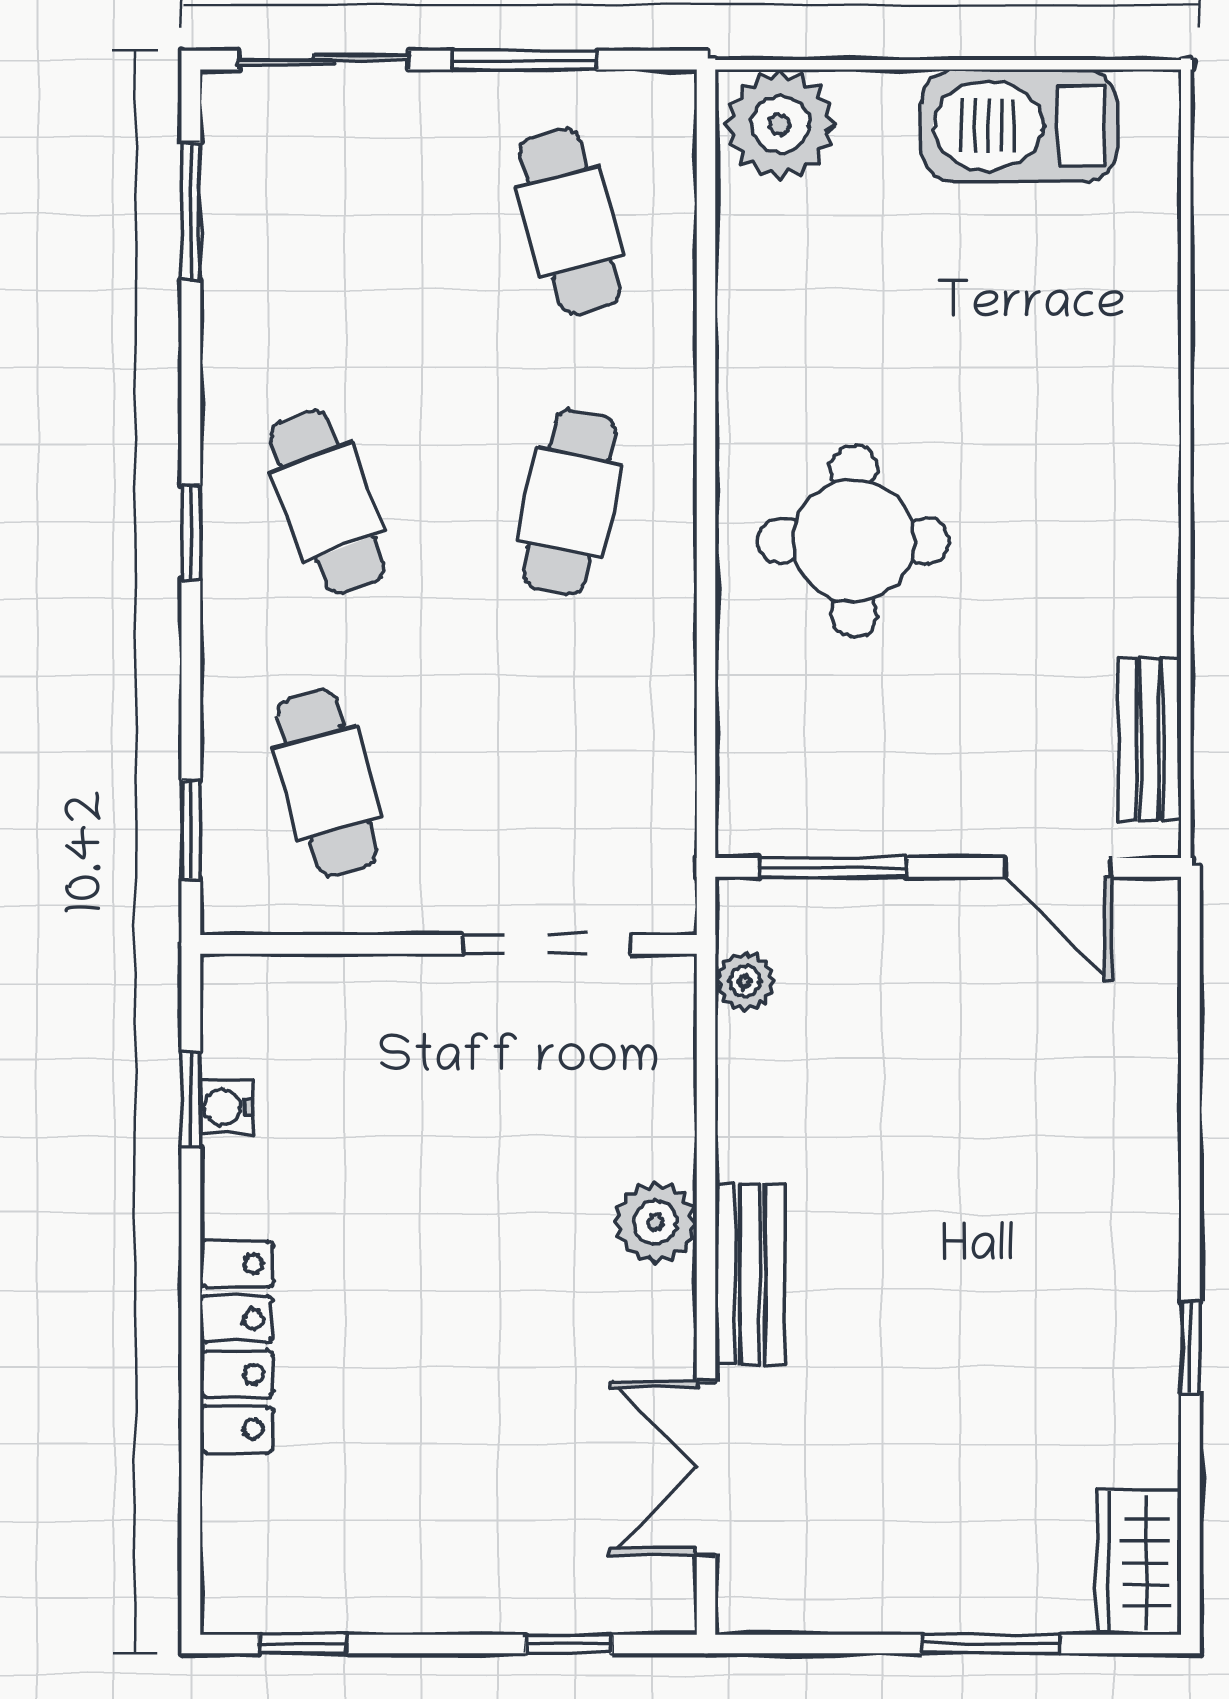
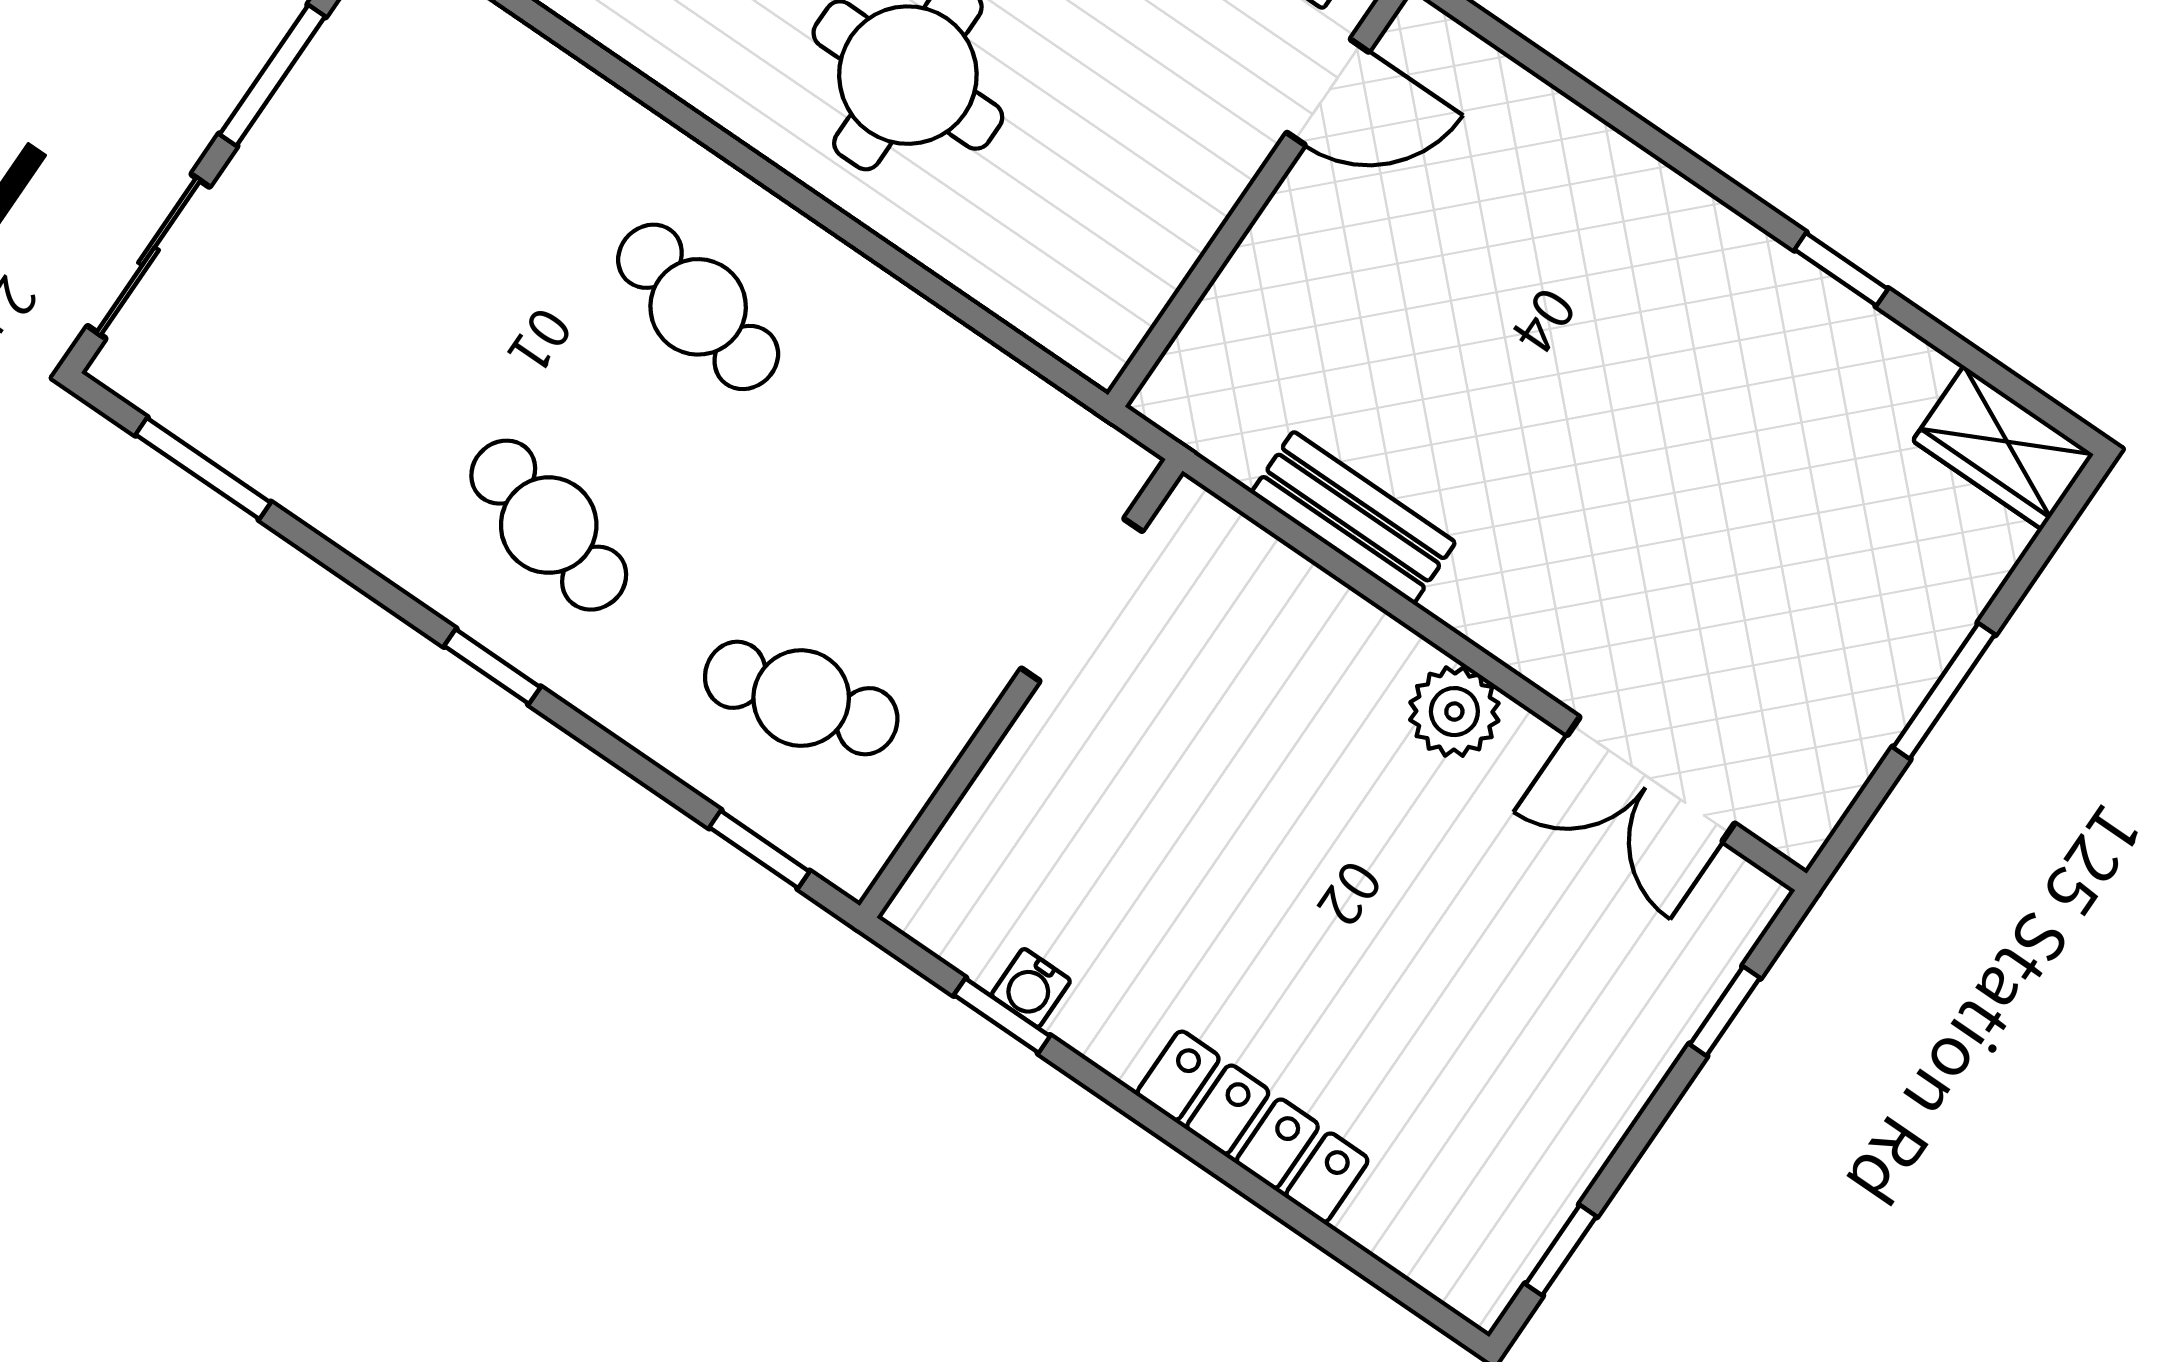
cafe table: (570, 221) -> (446, 134), removed
cafe table: (327, 502) -> (549, 525), turned 36
window: (833, 867) -> (1189, 295), removed
plant: (745, 981) -> (1237, 444), removed
plant: (655, 1222) -> (1454, 712), moved
bench: (750, 1274) -> (1353, 518), moved
window: (992, 1644) -> (1944, 691), moved

